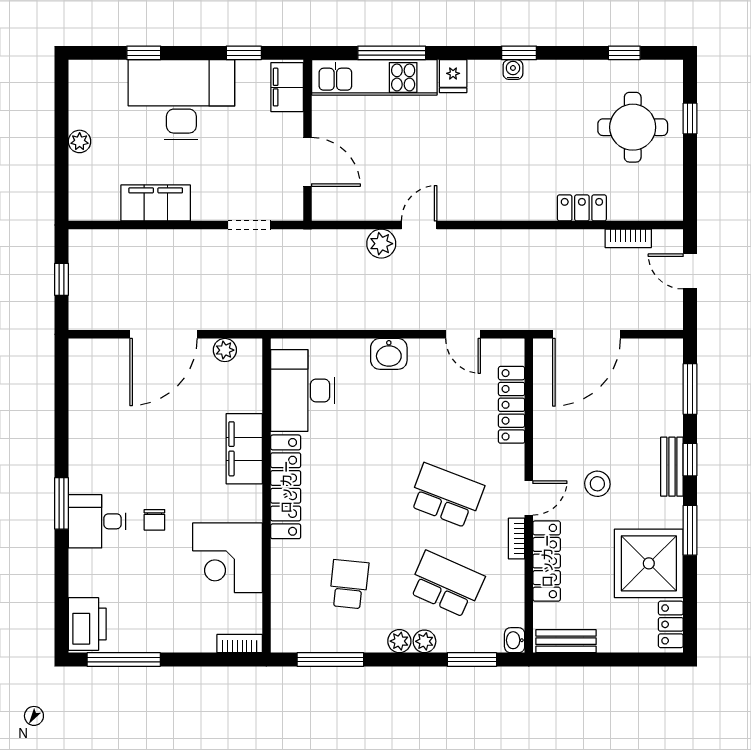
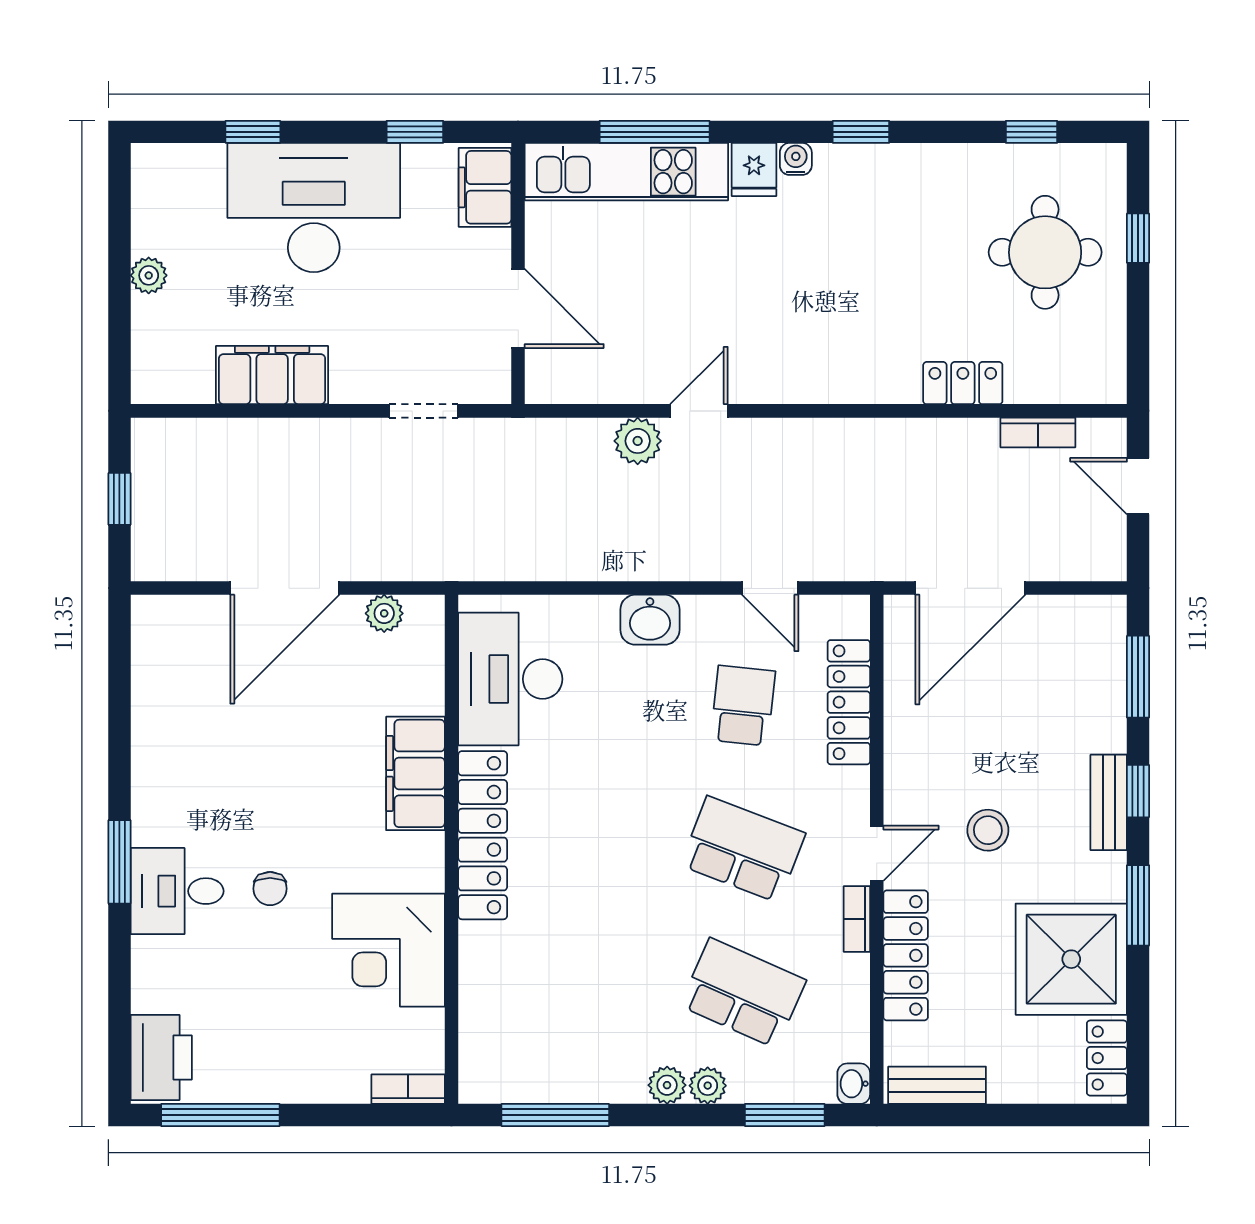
water cooler: (513, 70) -> (796, 159), moved
school desk: (349, 584) -> (743, 706), moved

